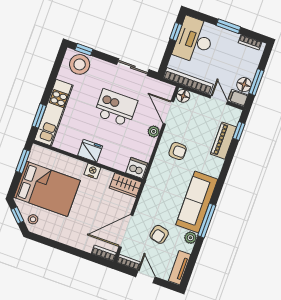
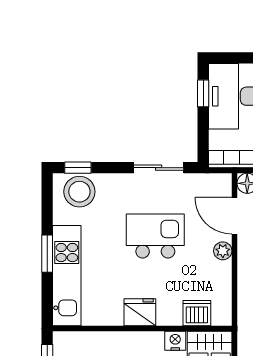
window: (39, 116) -> (47, 254), moved
dishwasher: (137, 168) -> (197, 313), moved
nightstand: (92, 171) -> (175, 341), moved

